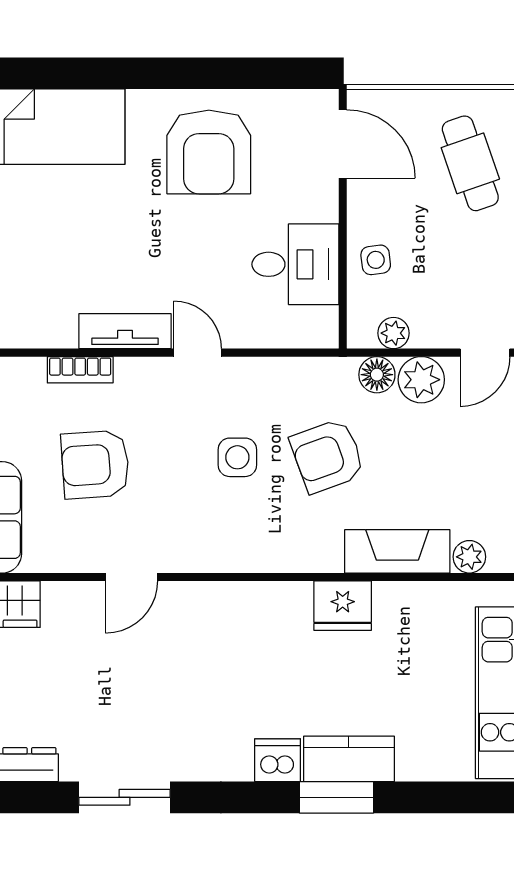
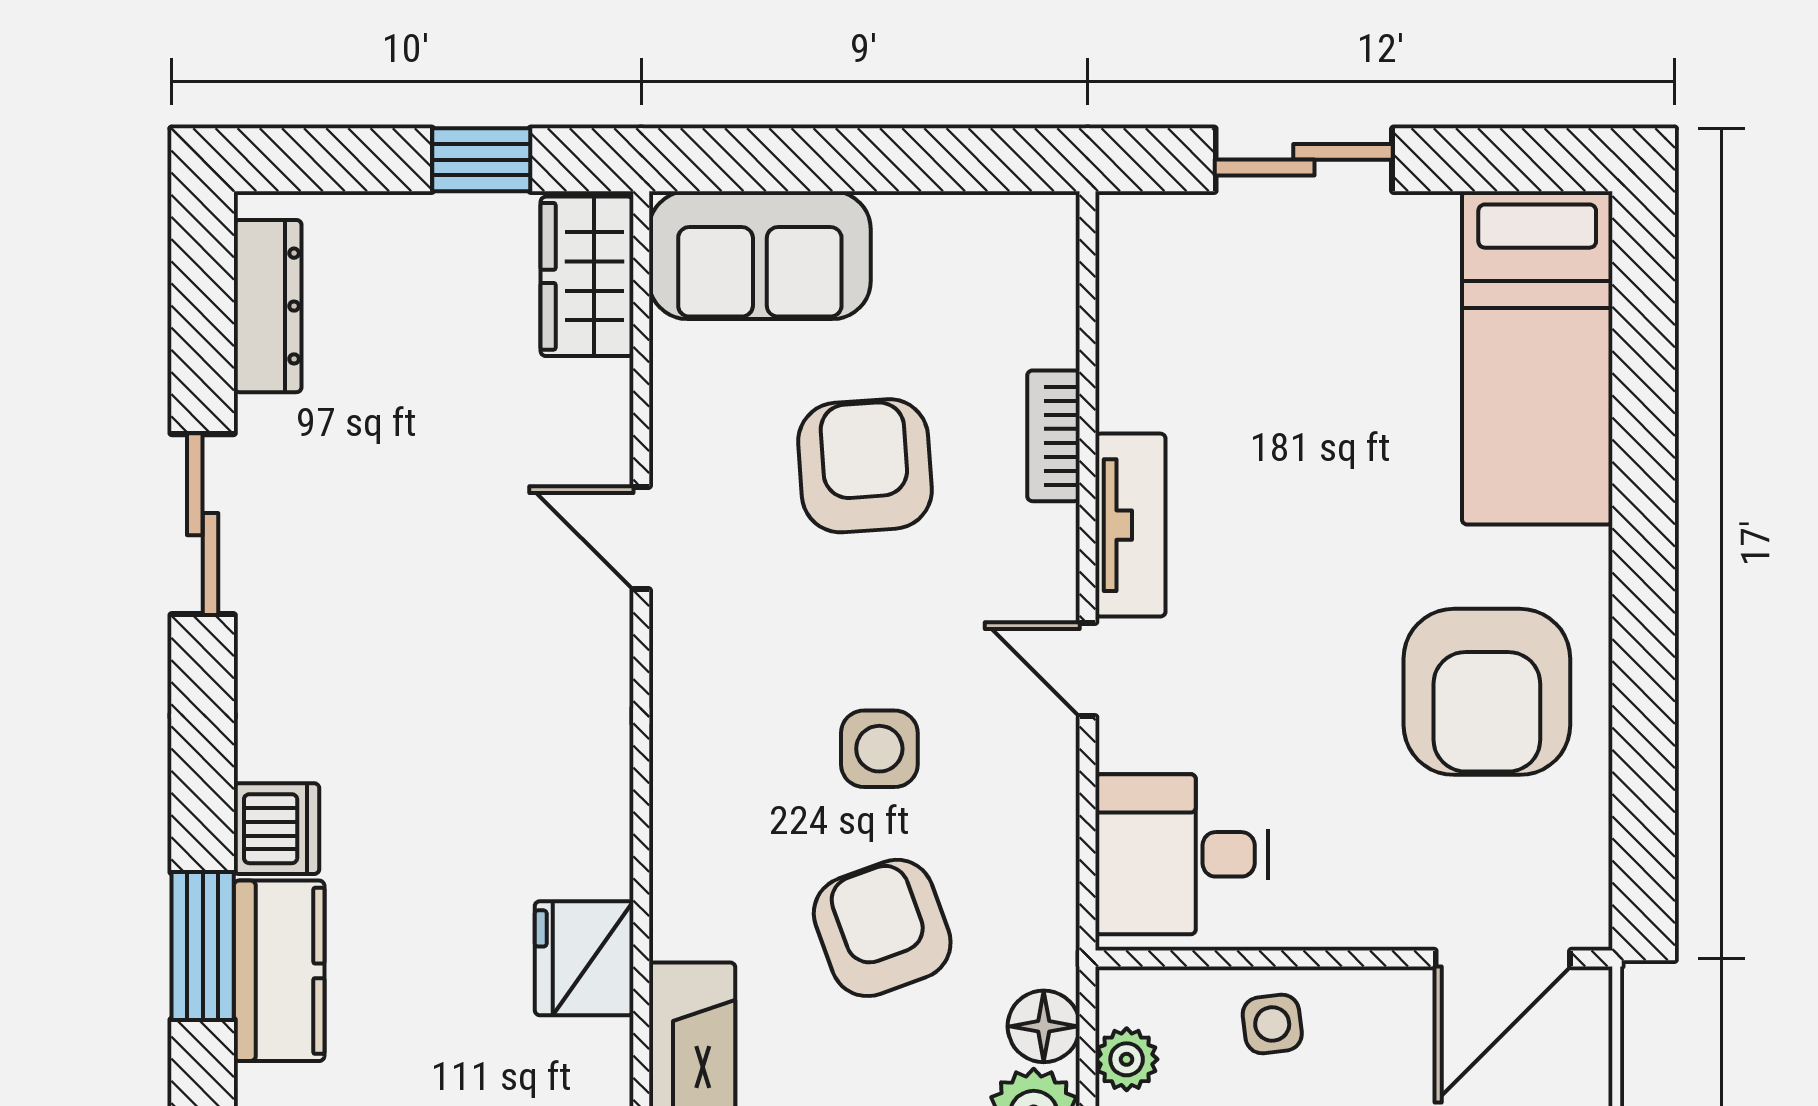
armchair: (209, 152) -> (1487, 692), turned -90
desk: (295, 264) -> (1182, 854), moved, turned 90
door: (198, 353) -> (1088, 669), swing flipped

